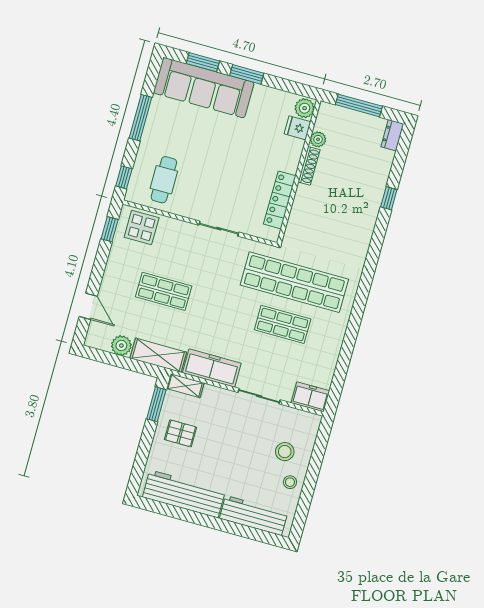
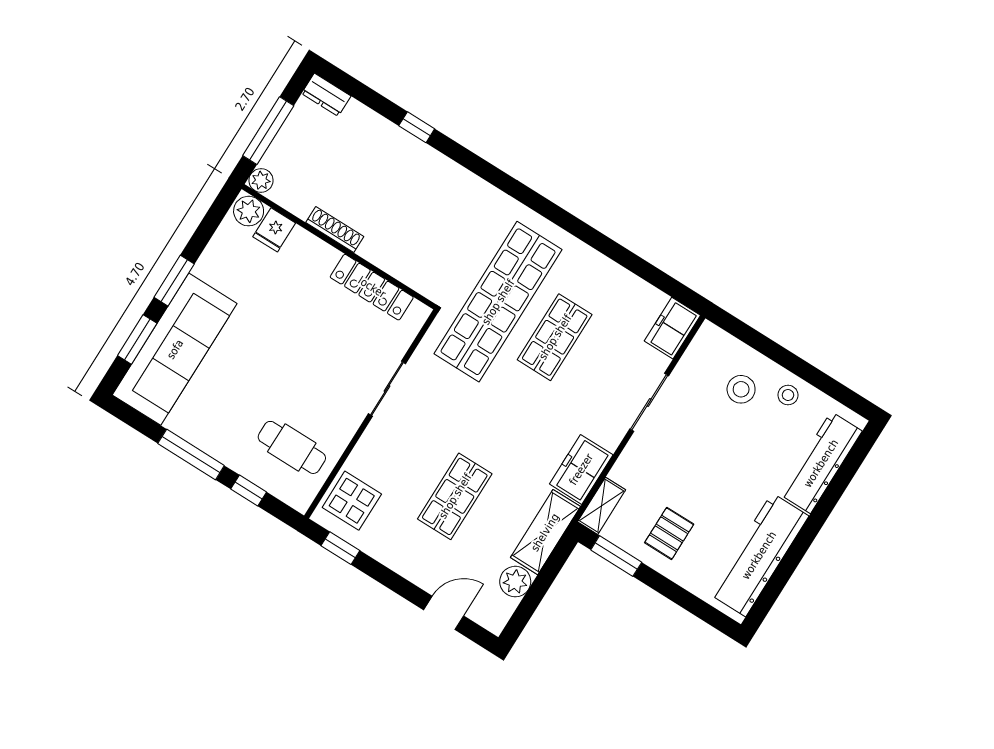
plant: (318, 139) -> (261, 180), moved
window: (124, 177) -> (249, 491), moved
freezer: (212, 368) -> (581, 469), width x0.71

